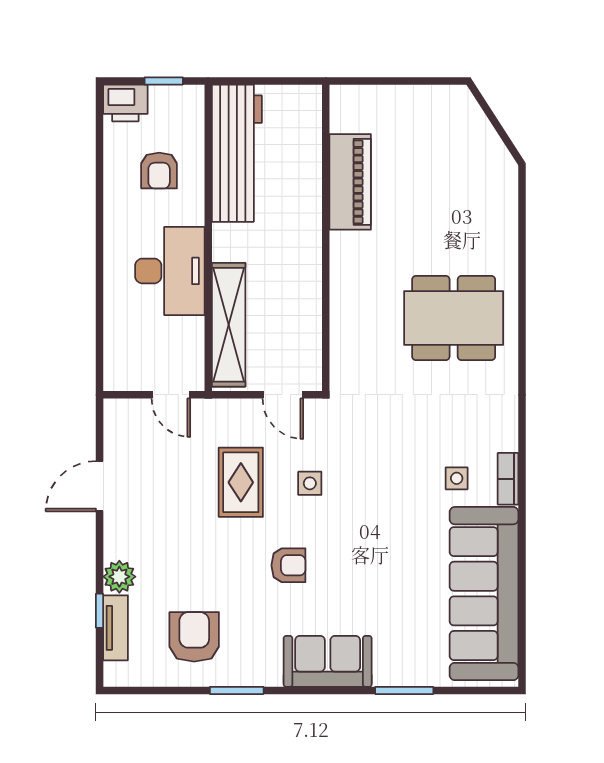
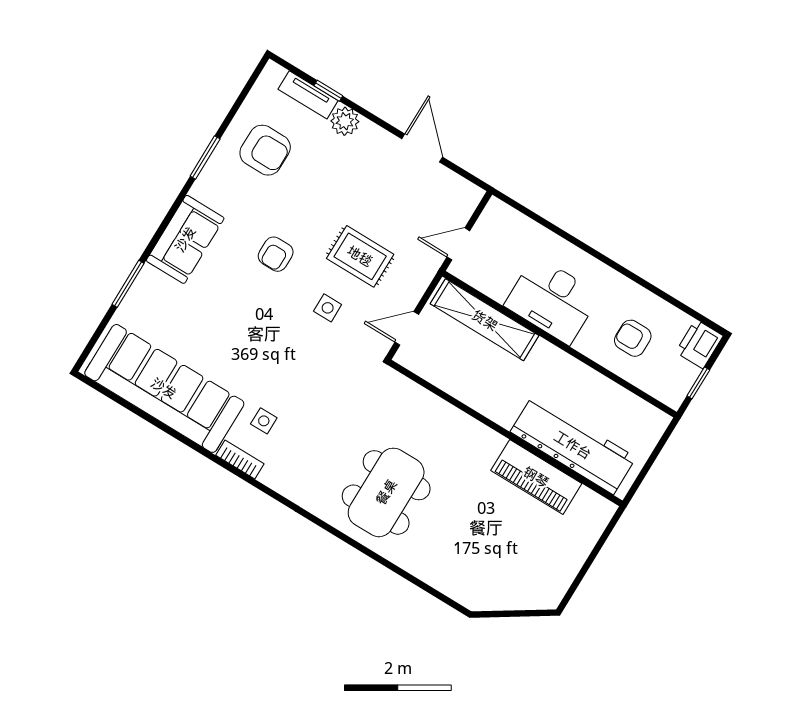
workbench: (237, 153) -> (573, 445), moved, turned 180

